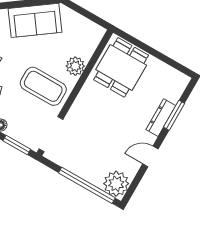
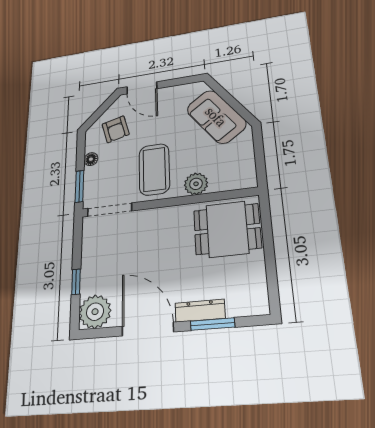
door: (150, 156) -> (148, 329), width x1.88
window: (87, 185) -> (76, 282), width x0.32

